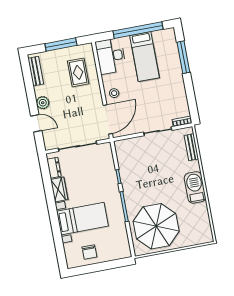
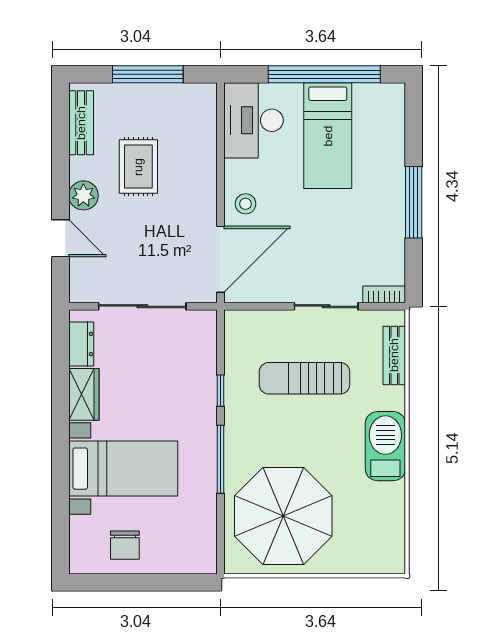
window: (183, 57) -> (414, 202), moved
rug: (78, 72) -> (138, 167), moved
sun lounger: (154, 164) -> (304, 378), added

